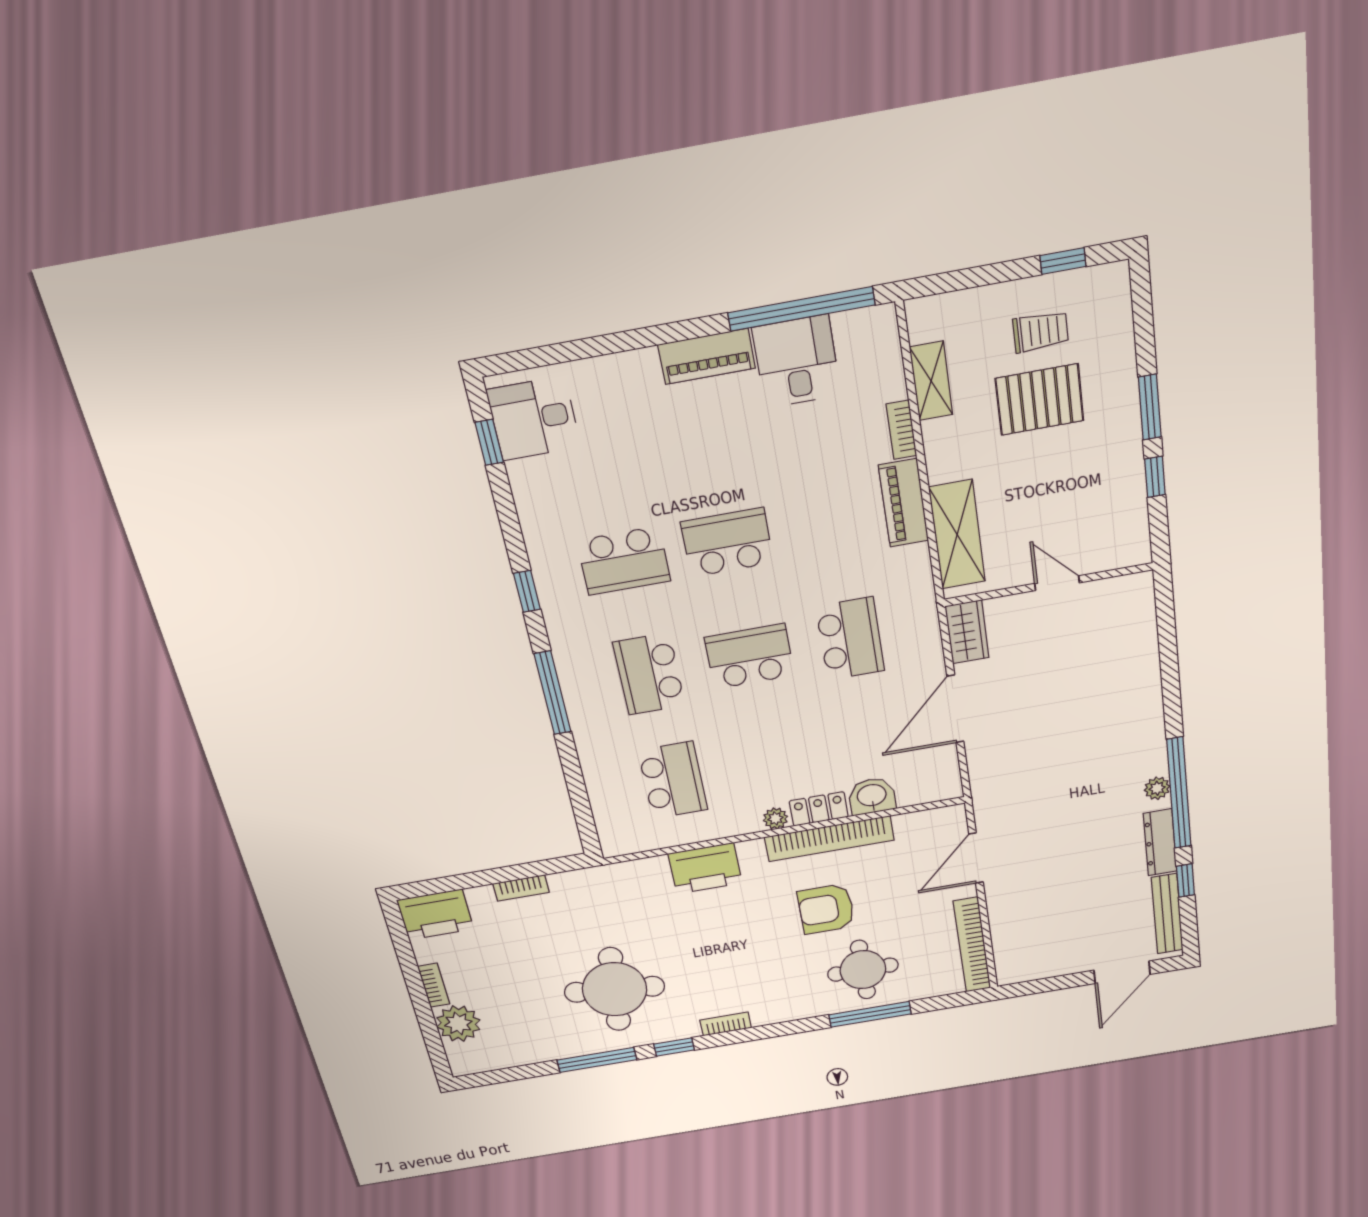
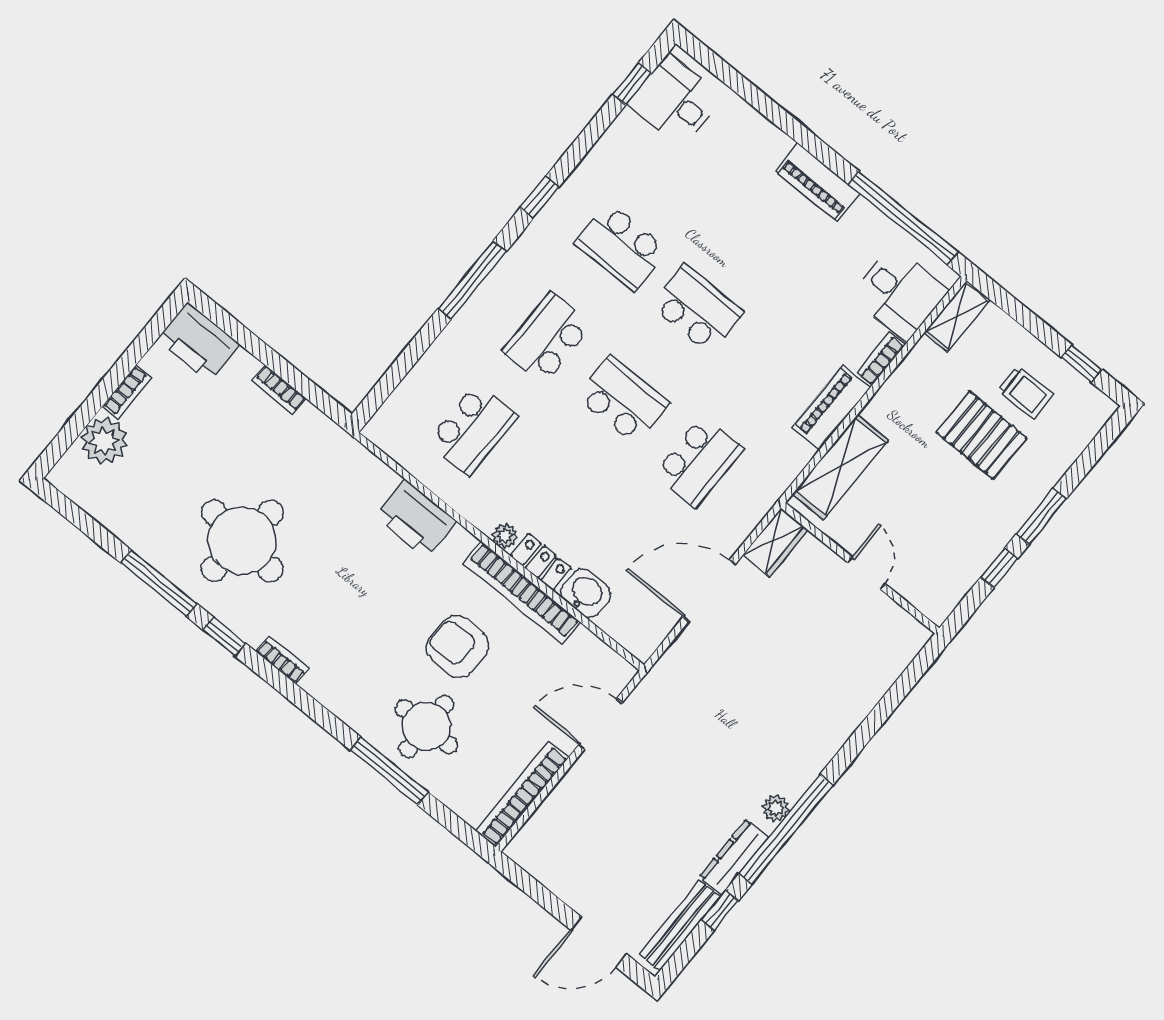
desk: (797, 362) -> (900, 293), moved, turned 90
shelving: (931, 381) -> (957, 316), moved

